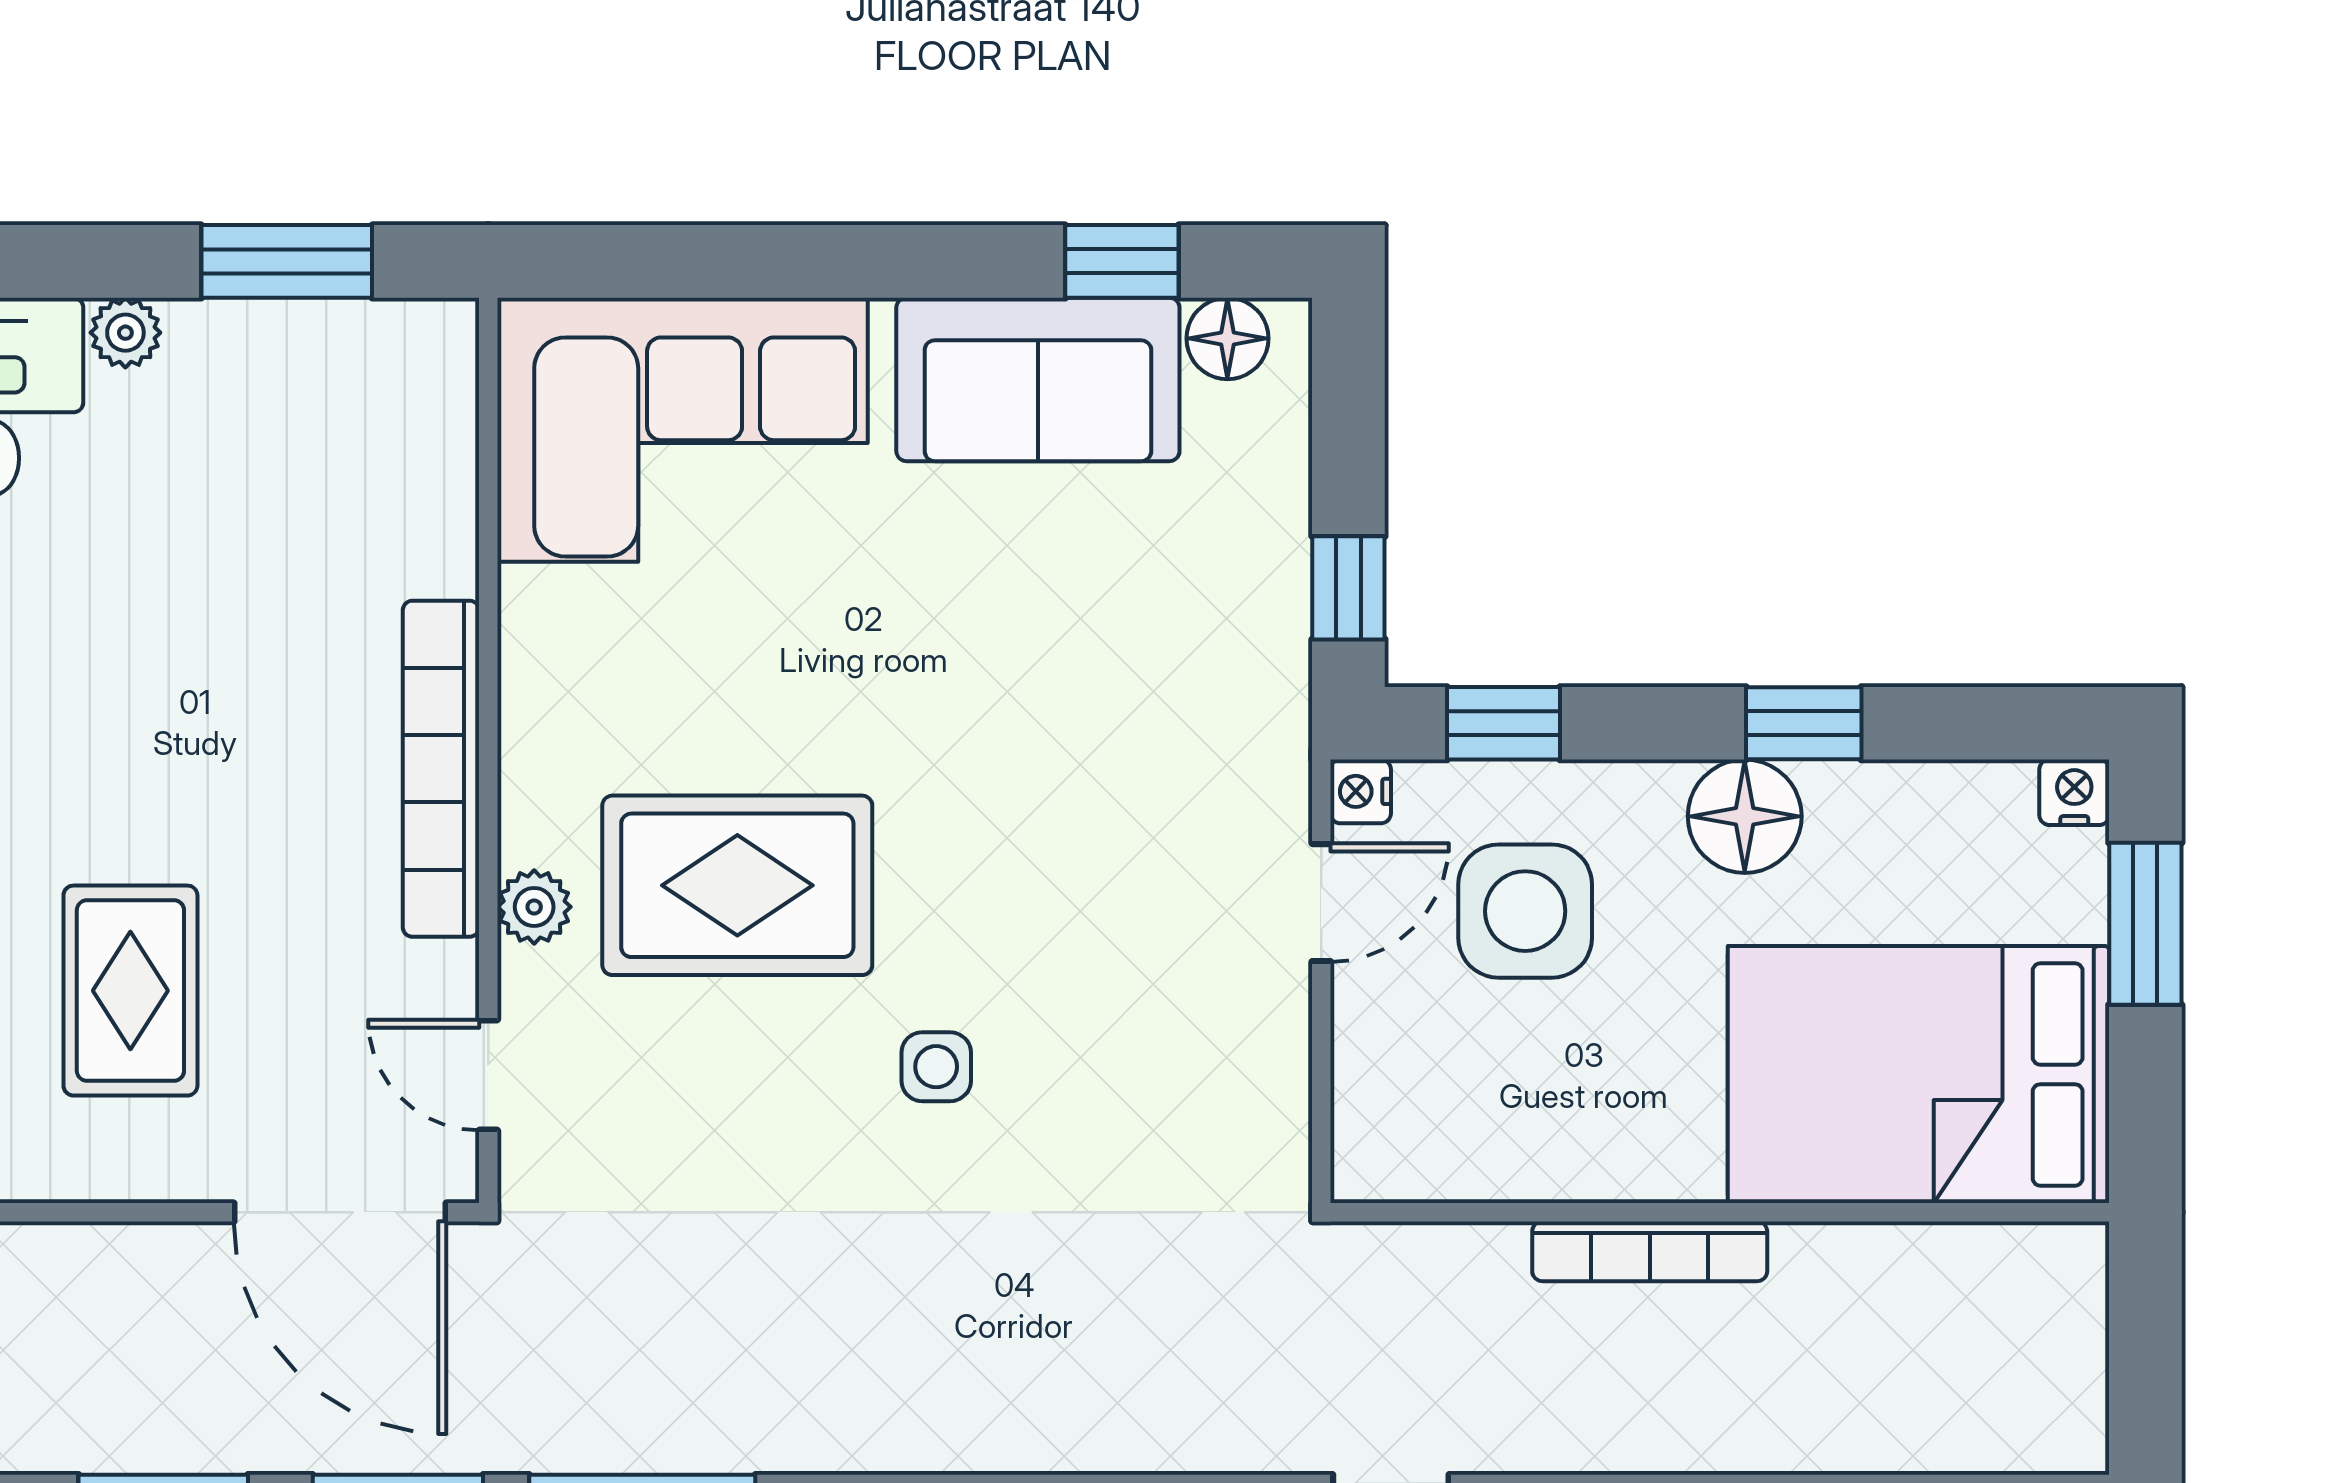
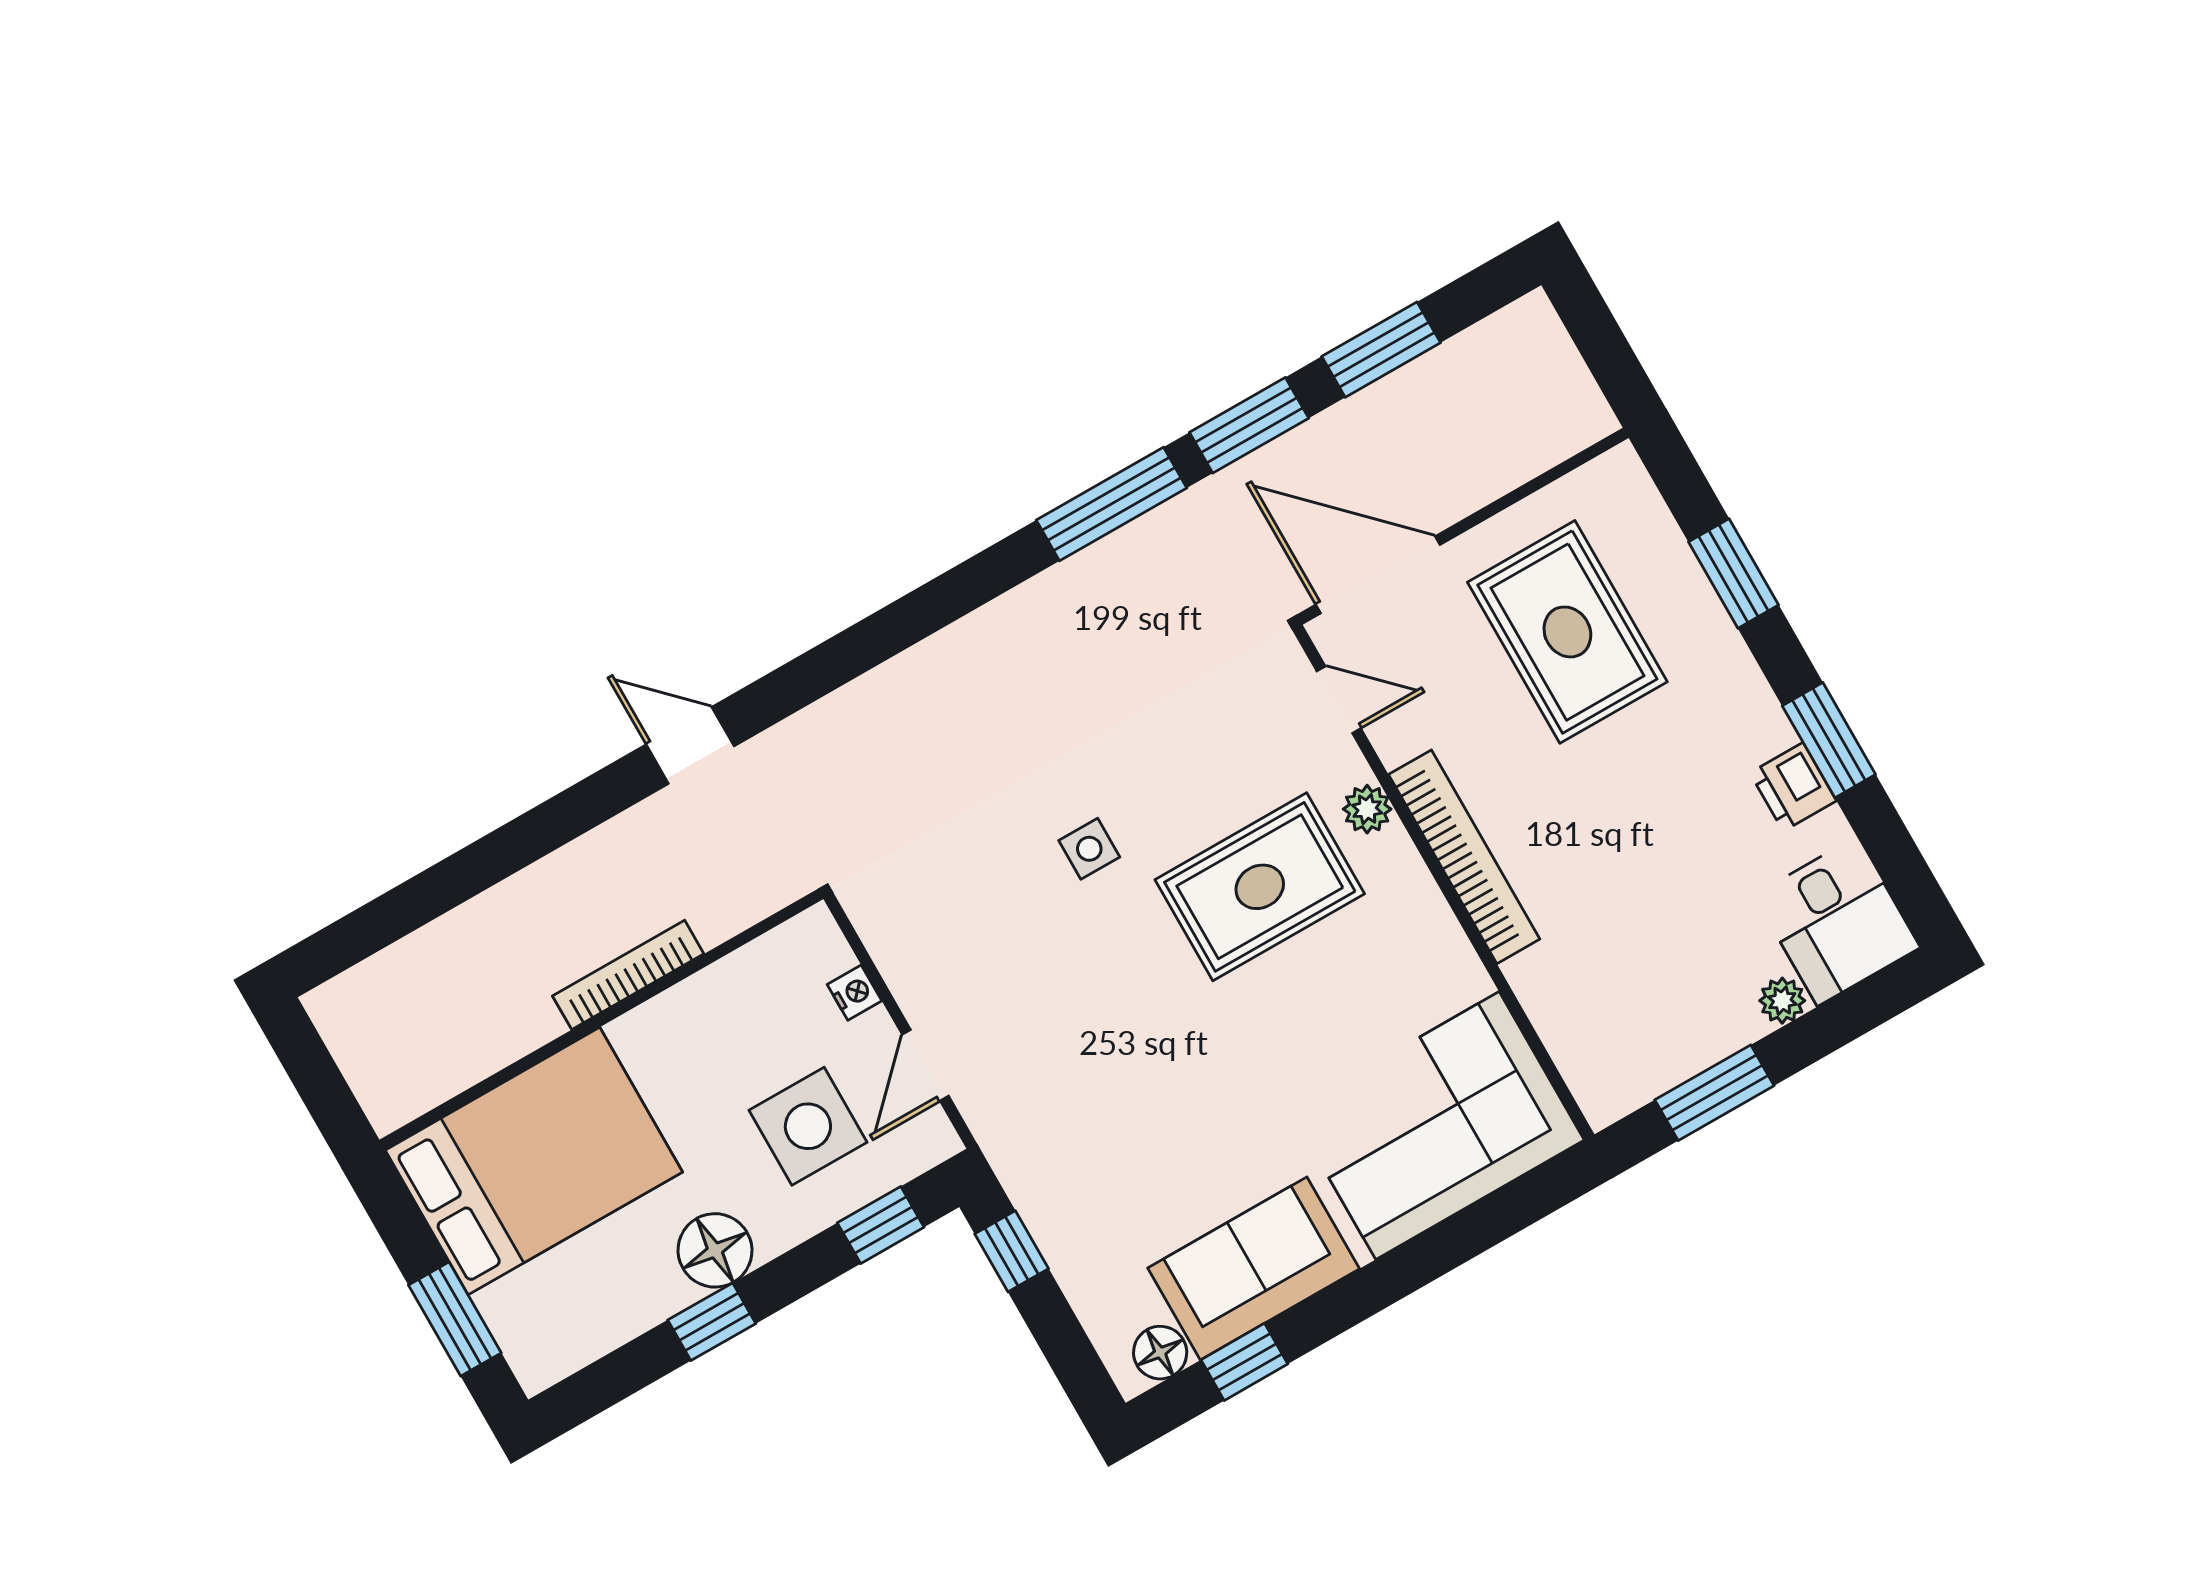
nightstand: (1361, 791) -> (855, 993), moved
nightstand: (2074, 792) -> (537, 1370), removed
rug: (130, 991) -> (1567, 632), width x1.36, depth x1.43

